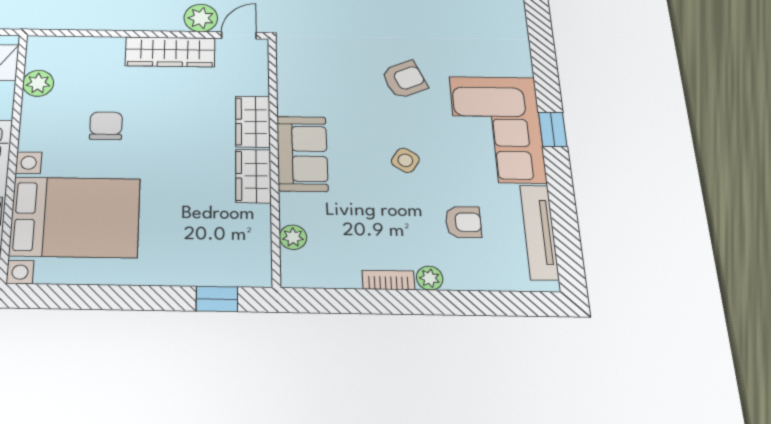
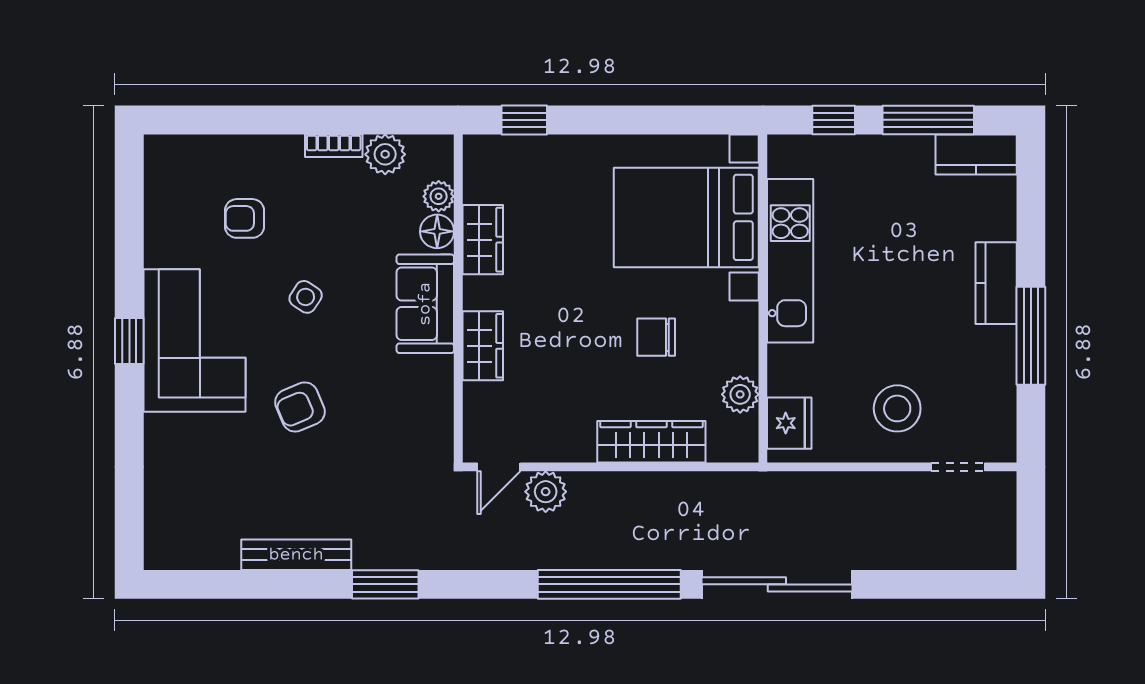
wardrobe: (170, 52) -> (651, 442), moved
chair: (106, 126) -> (656, 337), turned 90
wardrobe: (253, 176) -> (483, 240), moved
floor lamp: (294, 209) -> (437, 231), added
tv unit: (539, 232) -> (160, 207), removed
plant: (430, 278) -> (385, 154), moved, width x1.38, depth x1.38

